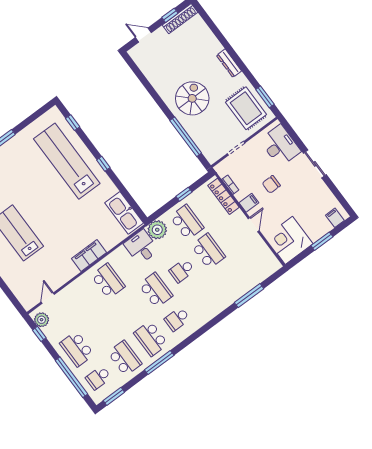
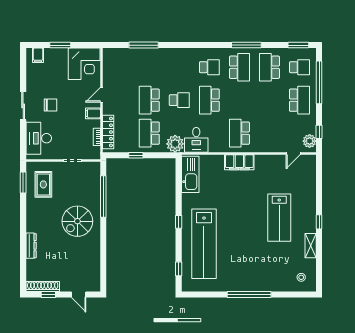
dresser: (229, 63) -> (31, 246), moved
rug: (246, 108) -> (43, 184), width x0.73, depth x0.70
chair: (271, 184) -> (51, 105), moved

